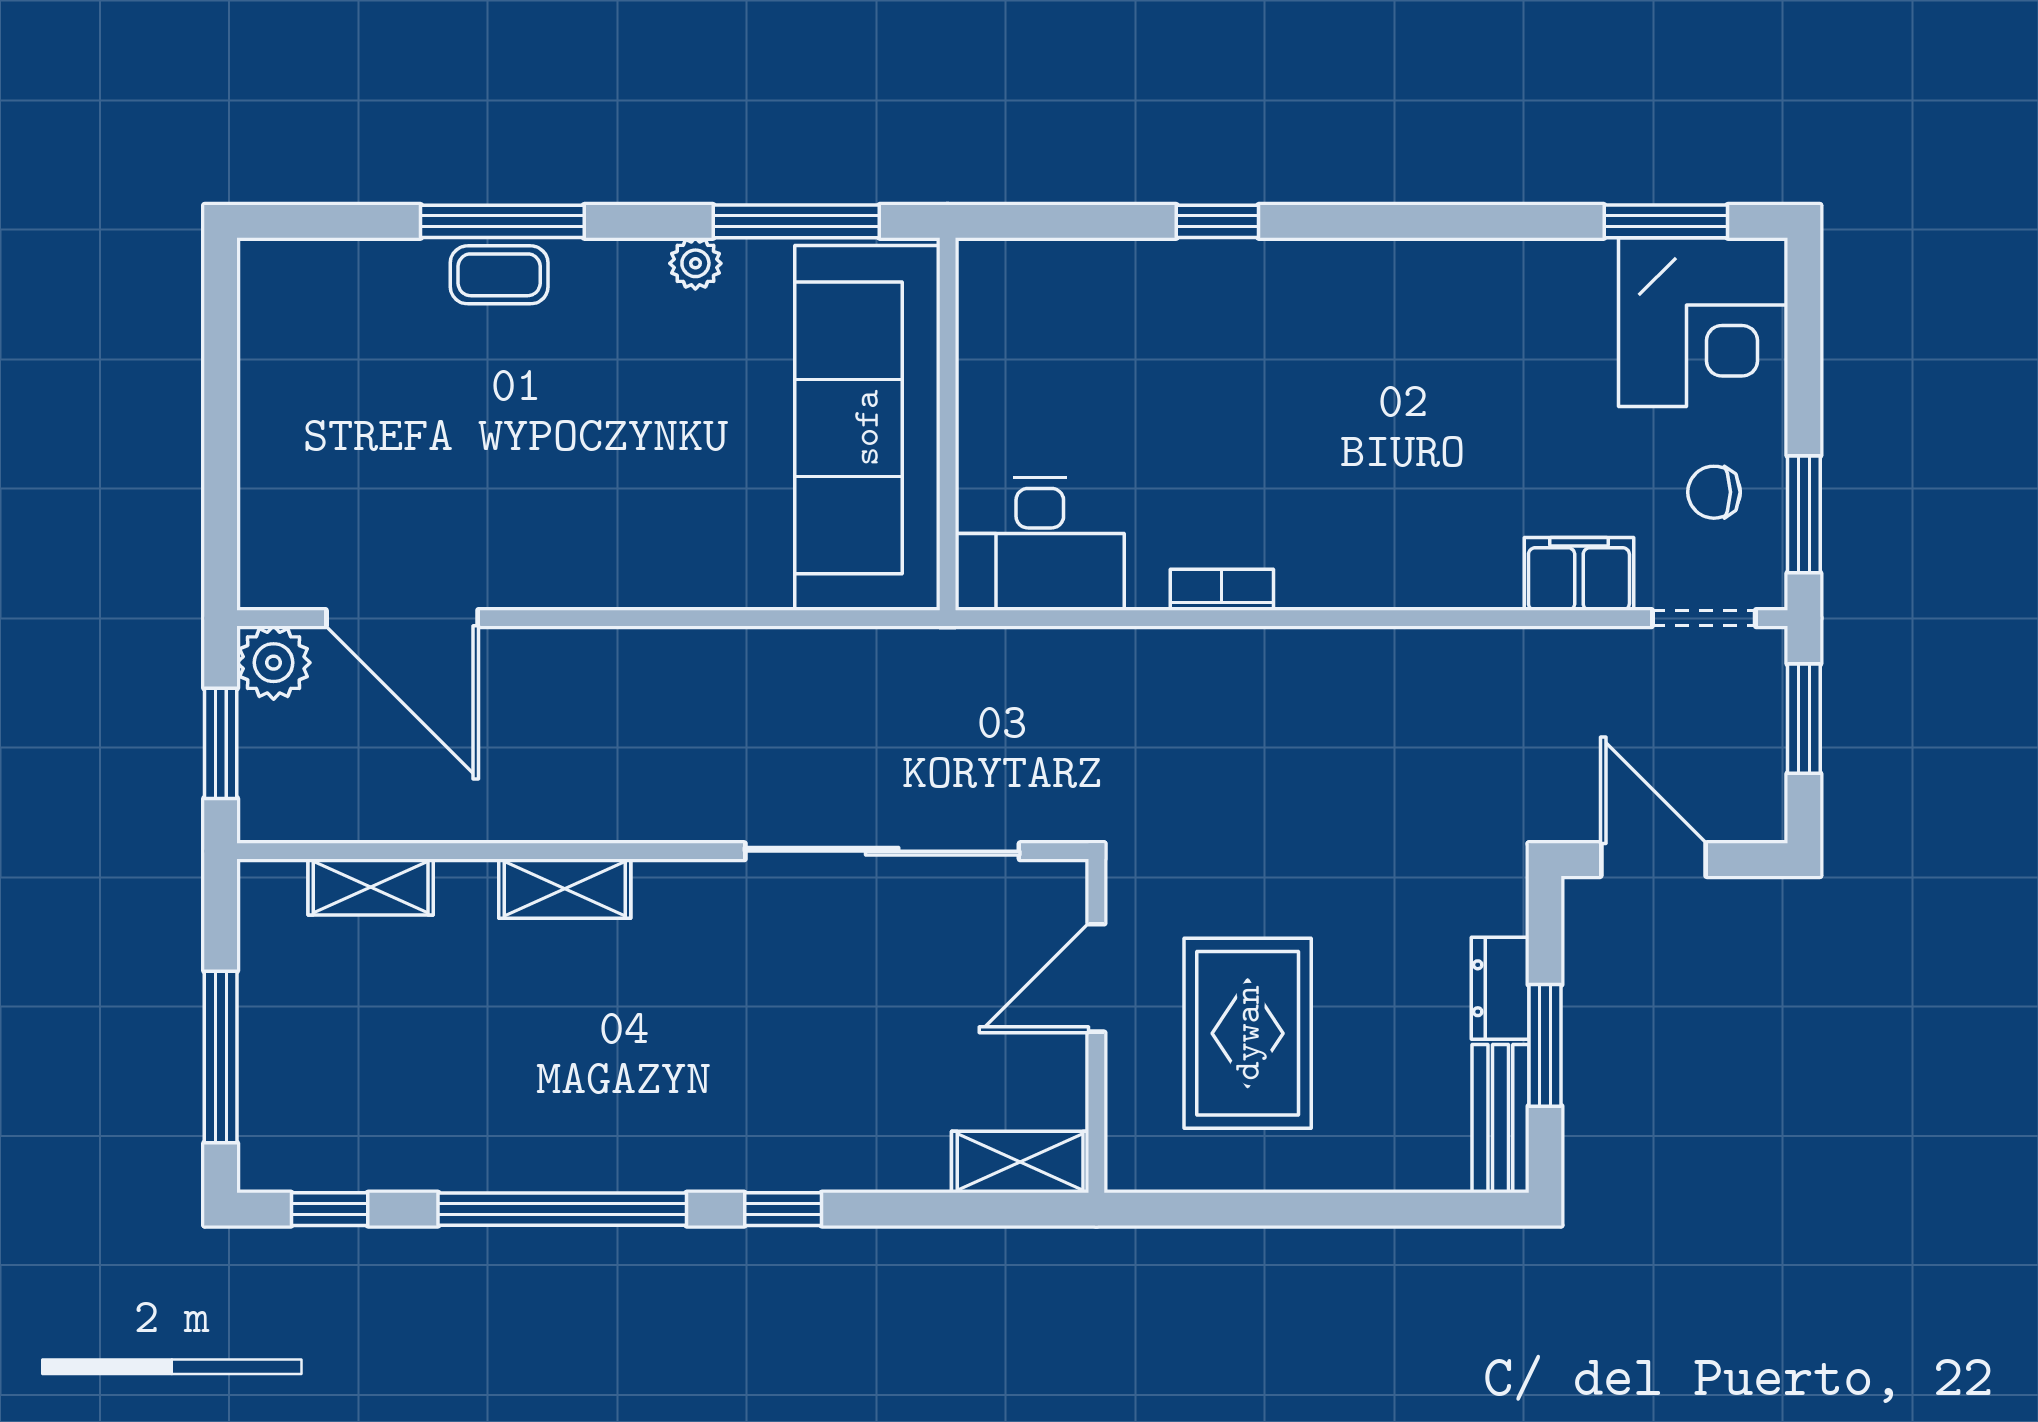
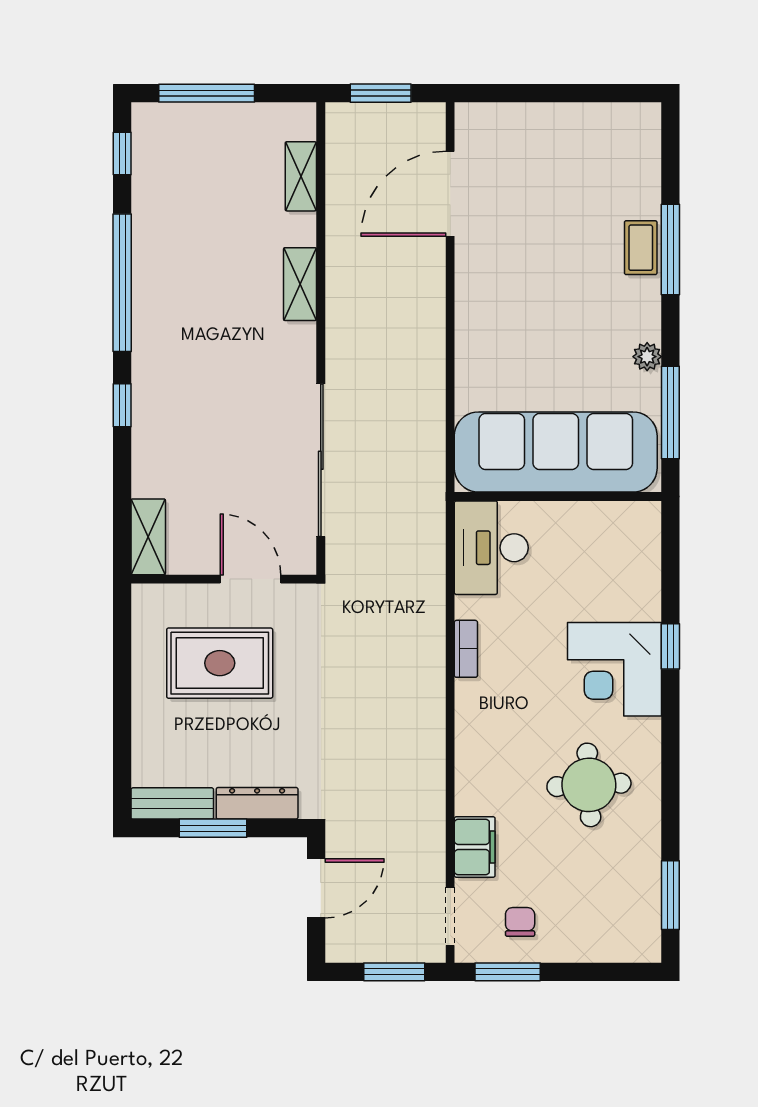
corner desk: (1703, 322) -> (614, 669), moved
round table: (1467, 368) -> (589, 785), added
plant: (274, 663) -> (425, 122), removed
dresser: (1500, 988) -> (257, 803), width x1.44

